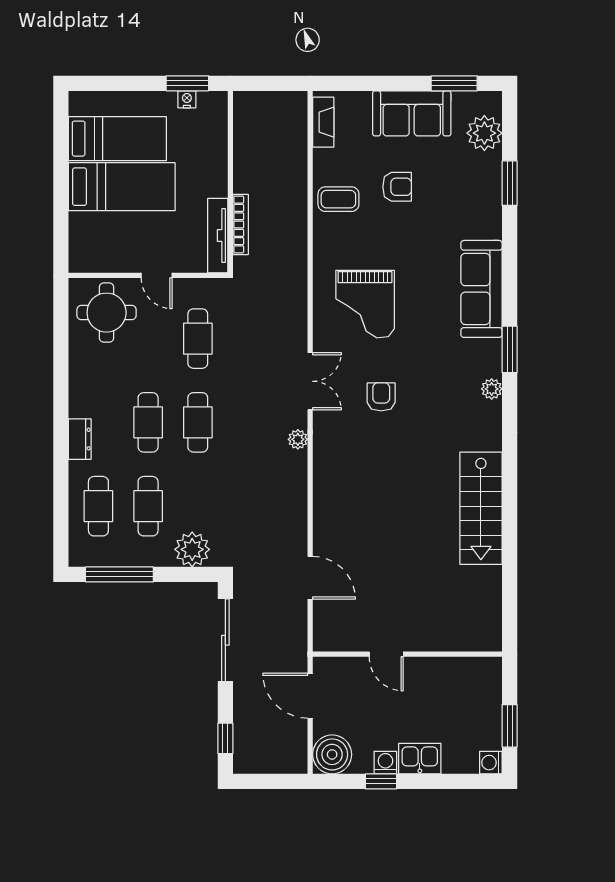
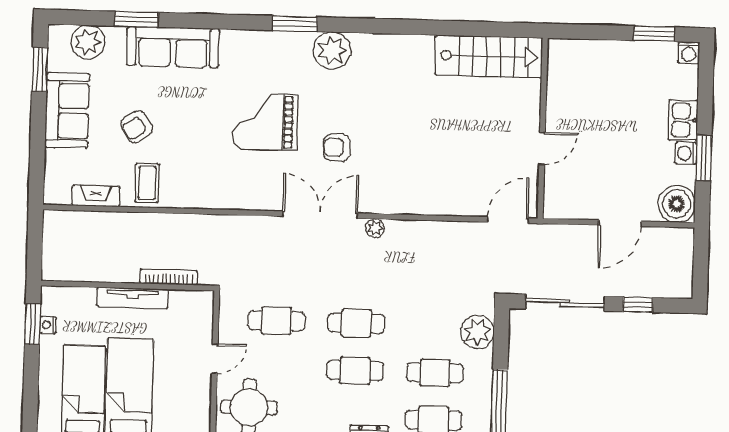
fireplace: (323, 122) -> (96, 196), moved
armchair: (397, 187) -> (137, 127), turned -124
tv unit: (218, 236) -> (132, 298), moved
sofa: (482, 289) -> (173, 47), moved
grand piano: (365, 304) -> (265, 122), moved, turned 180
double door: (310, 381) -> (320, 215), width x1.37
plant: (492, 389) -> (332, 51), width x1.88, depth x1.88
stairs: (481, 508) -> (489, 56), moved
door: (386, 654) -> (542, 148), moved
wall: (407, 654) -> (543, 128), moved
window: (225, 738) -> (638, 305), moved
window: (381, 781) -> (704, 158), width x1.50

